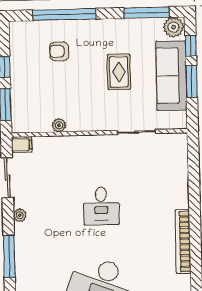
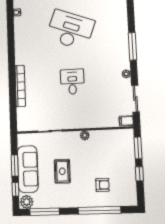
plant: (59, 125) -> (85, 135), moved
bookcase: (183, 242) -> (20, 86), moved

